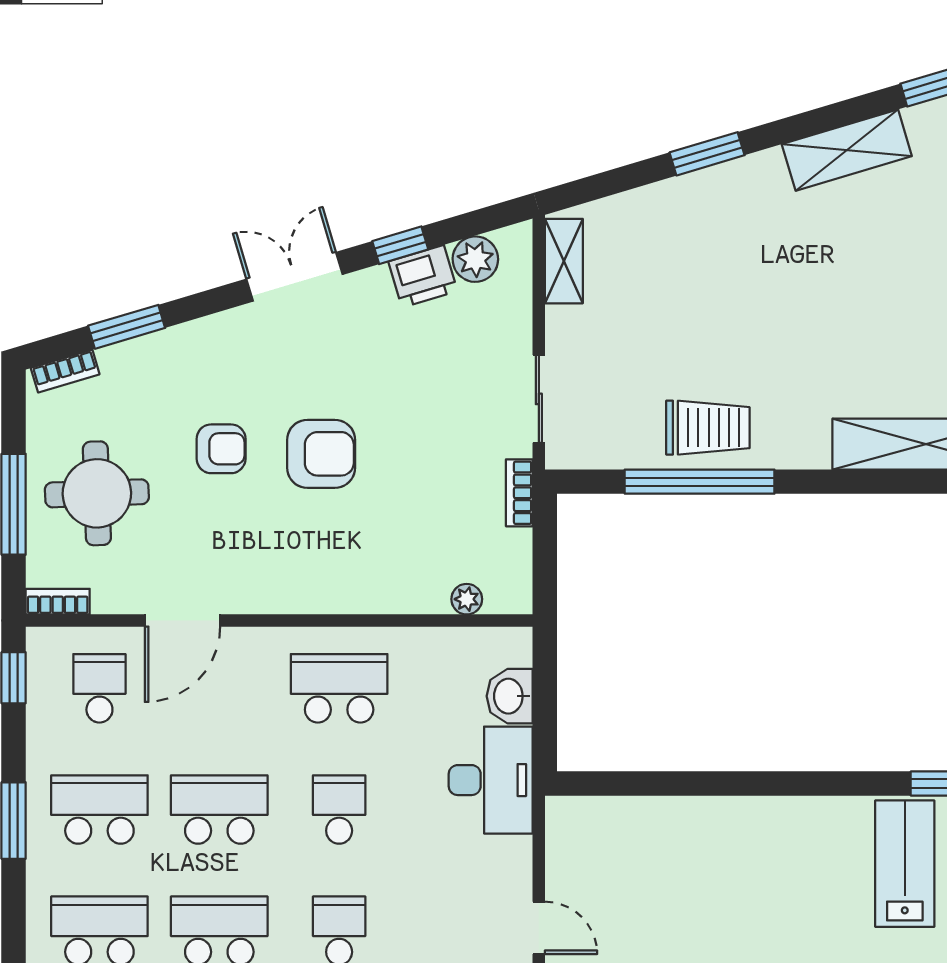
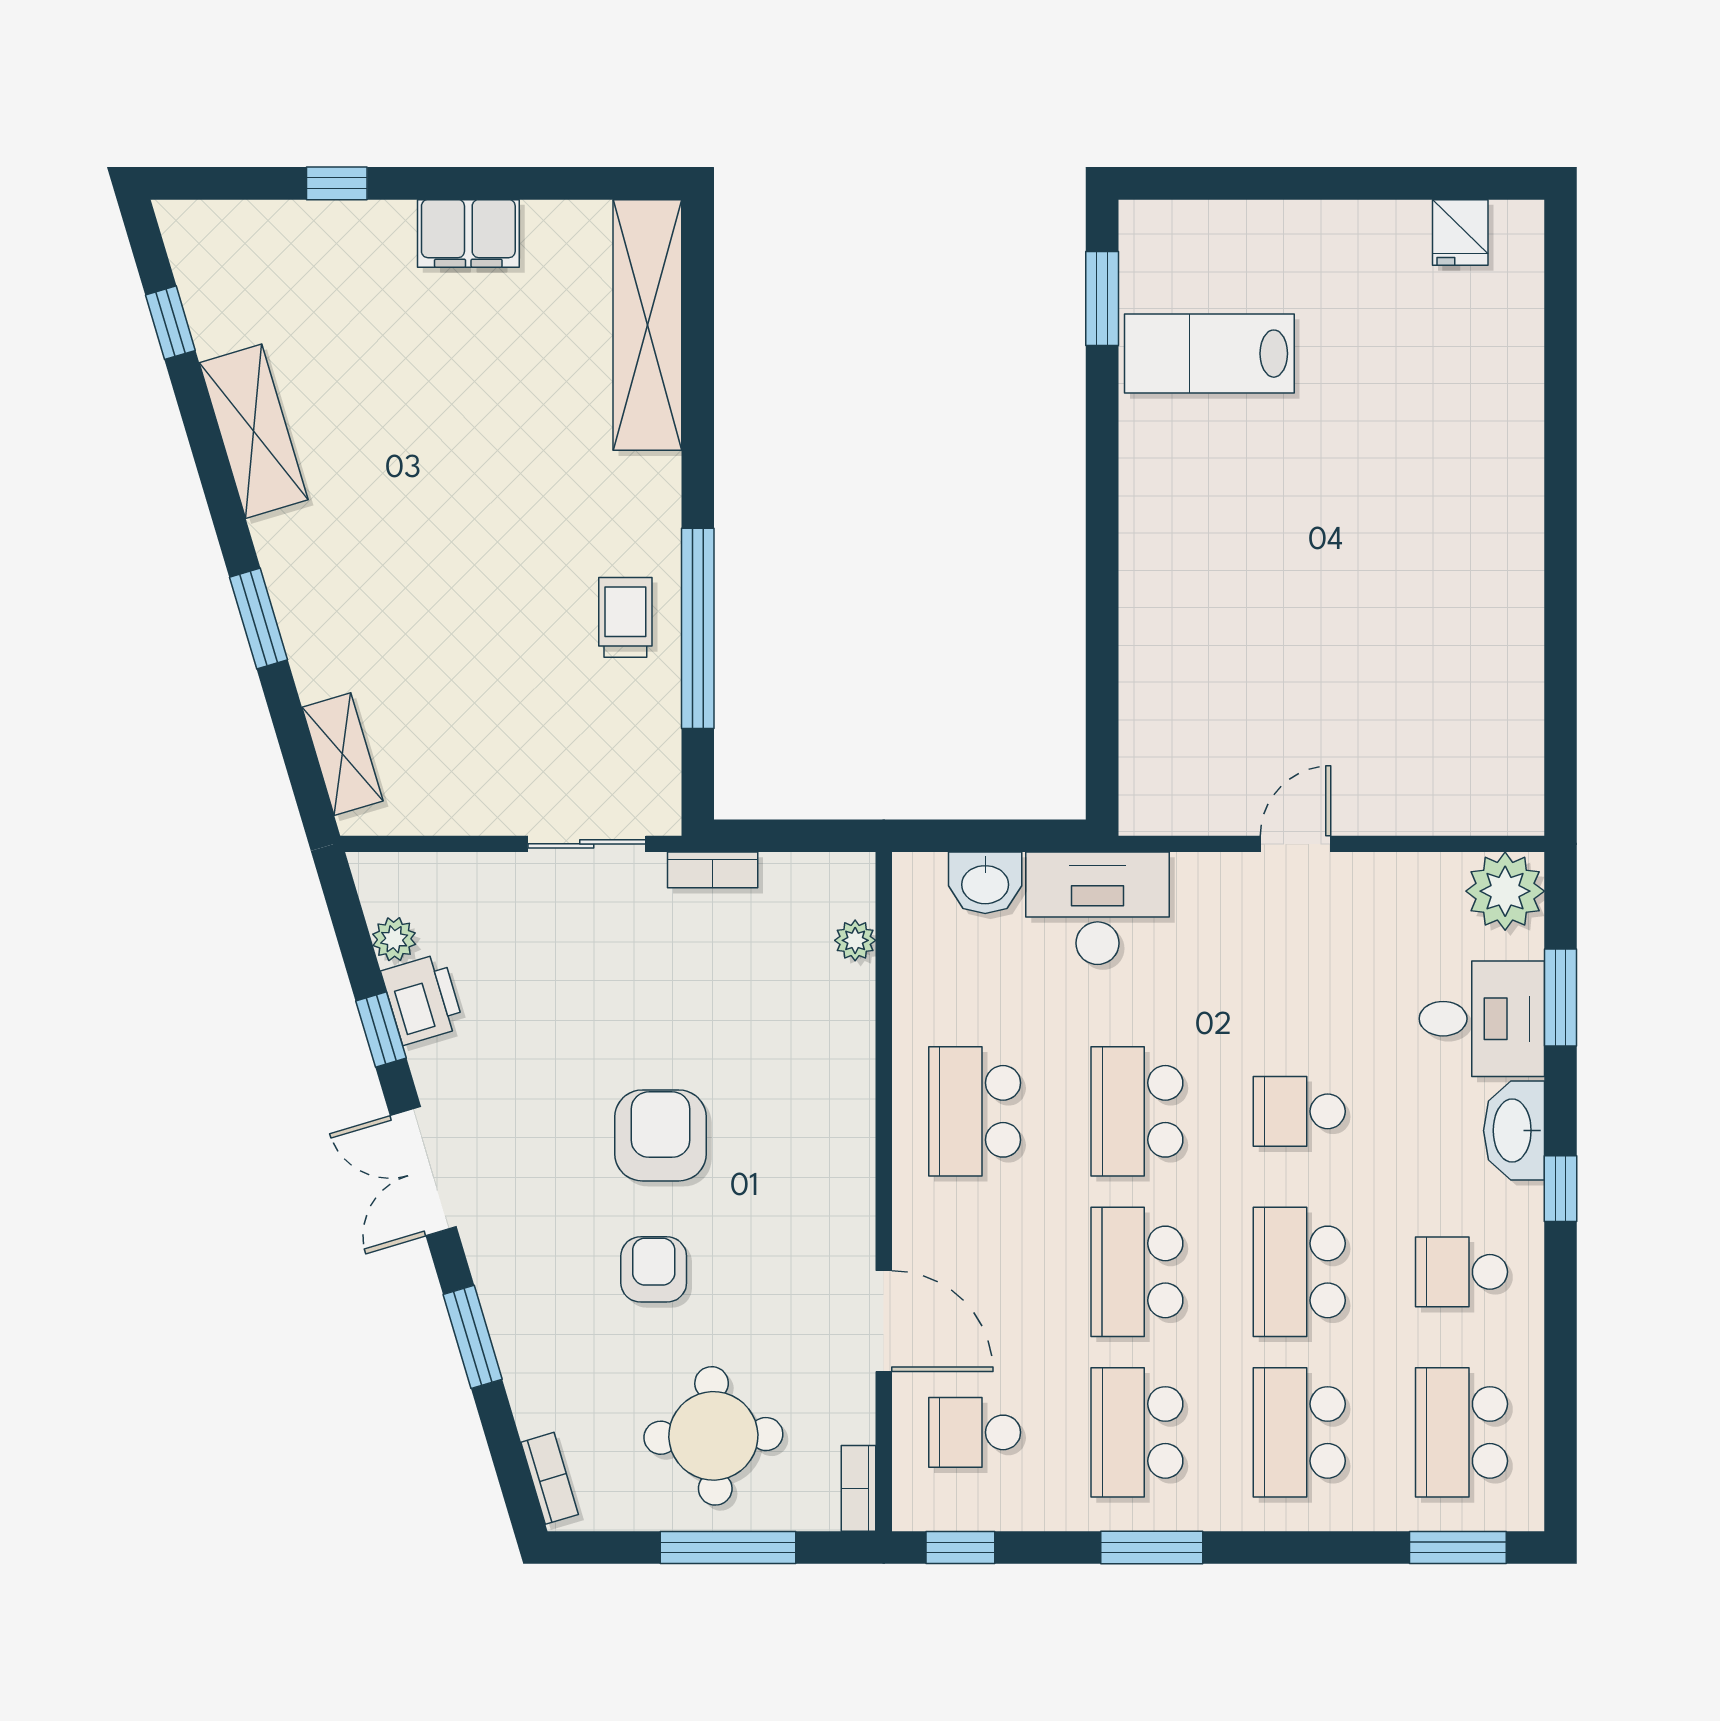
plant: (475, 259) -> (394, 939), width x0.73, depth x0.73
shelving: (564, 261) -> (342, 754), moved, turned 73
window: (127, 327) -> (473, 1337), moved
trolley: (708, 428) -> (625, 617), width x0.73, depth x0.72
school desk: (339, 809) -> (1137, 1111), width x1.85

